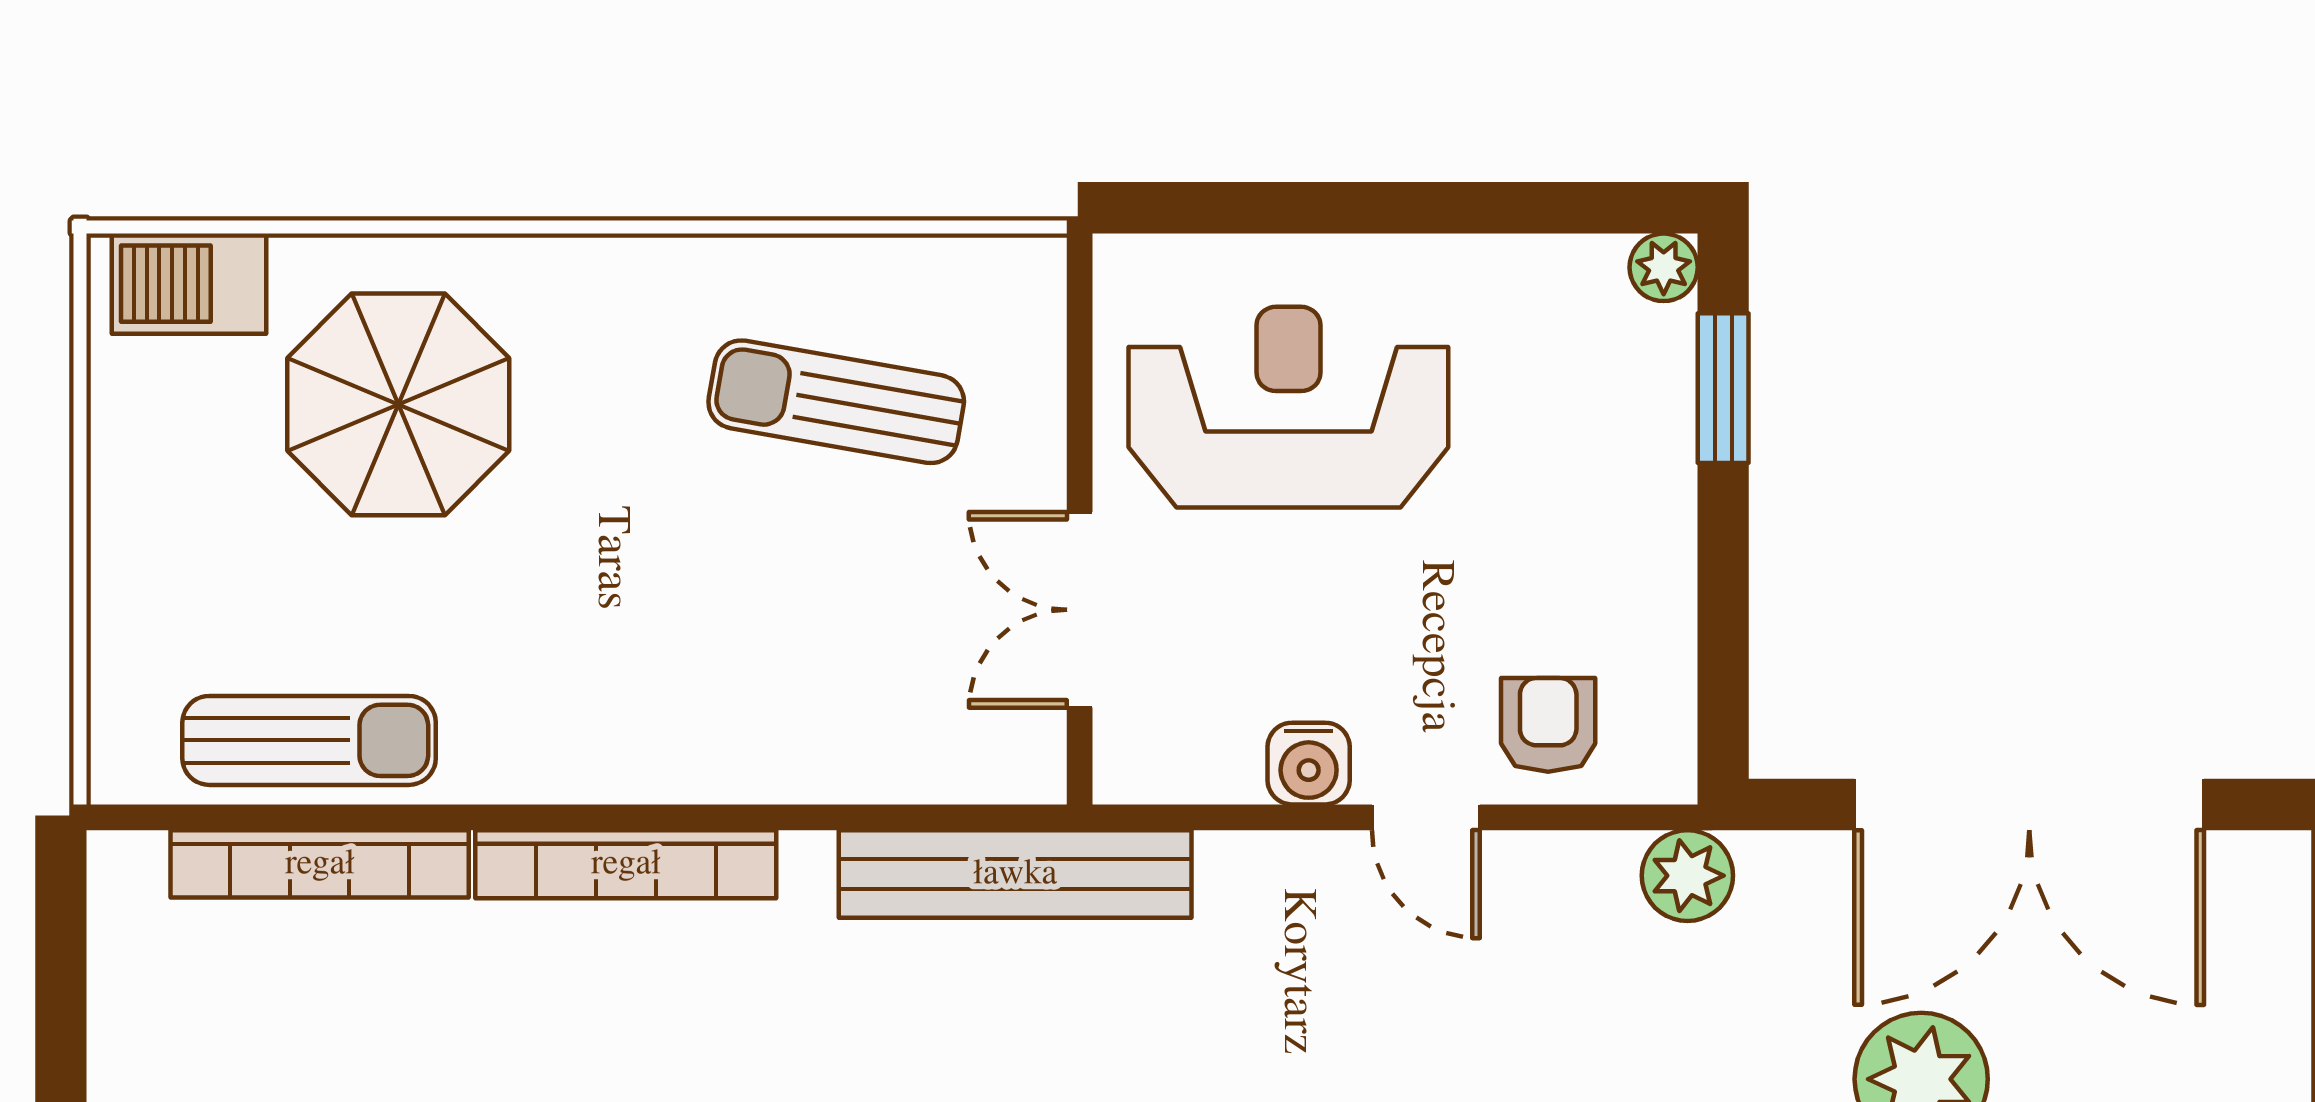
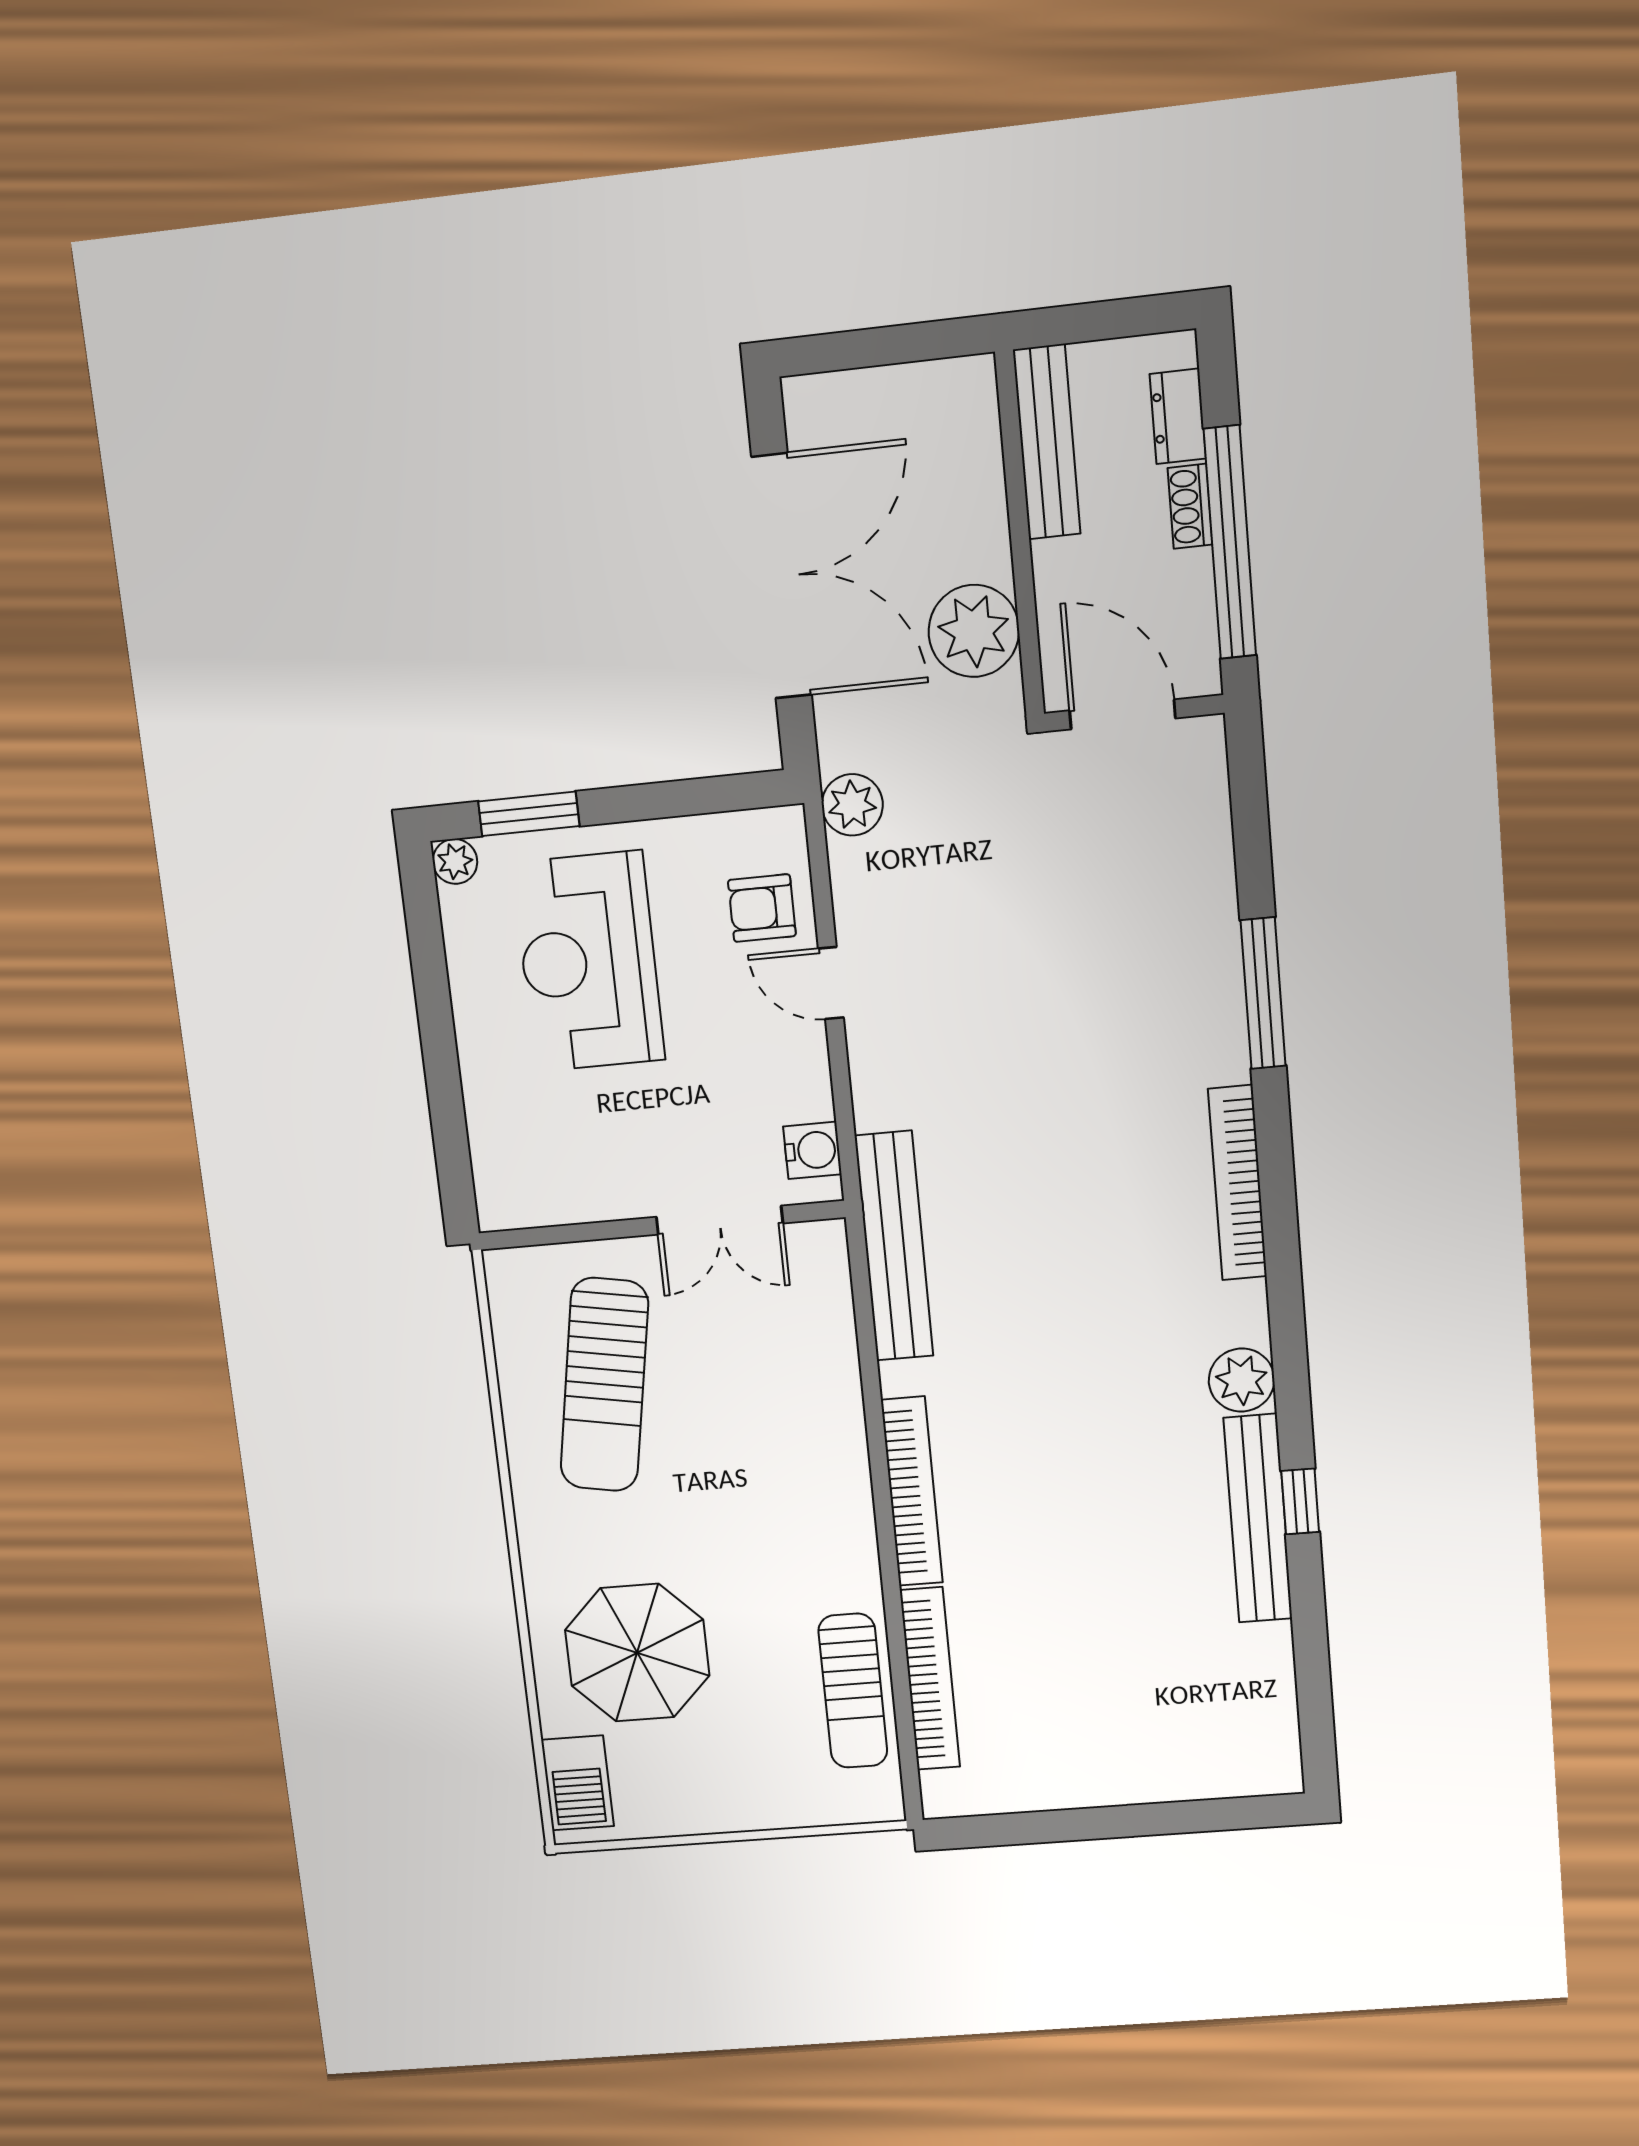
sun lounger: (836, 402) -> (604, 1385), width x1.36, depth x1.34
reception desk: (1288, 407) -> (589, 962), moved
sun lounger: (309, 740) -> (853, 1691), turned 180
water cooler: (1309, 764) -> (812, 1150), moved
door: (1426, 817) -> (831, 983), swing flipped

